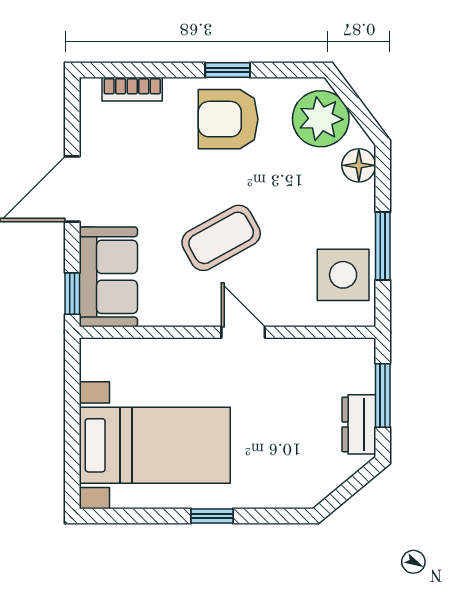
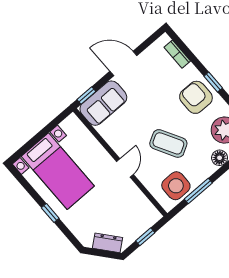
coffee table: (221, 238) -> (168, 143), moved
window: (383, 396) -> (145, 237), width x0.67
dresser: (359, 424) -> (107, 243), moved, turned 50

